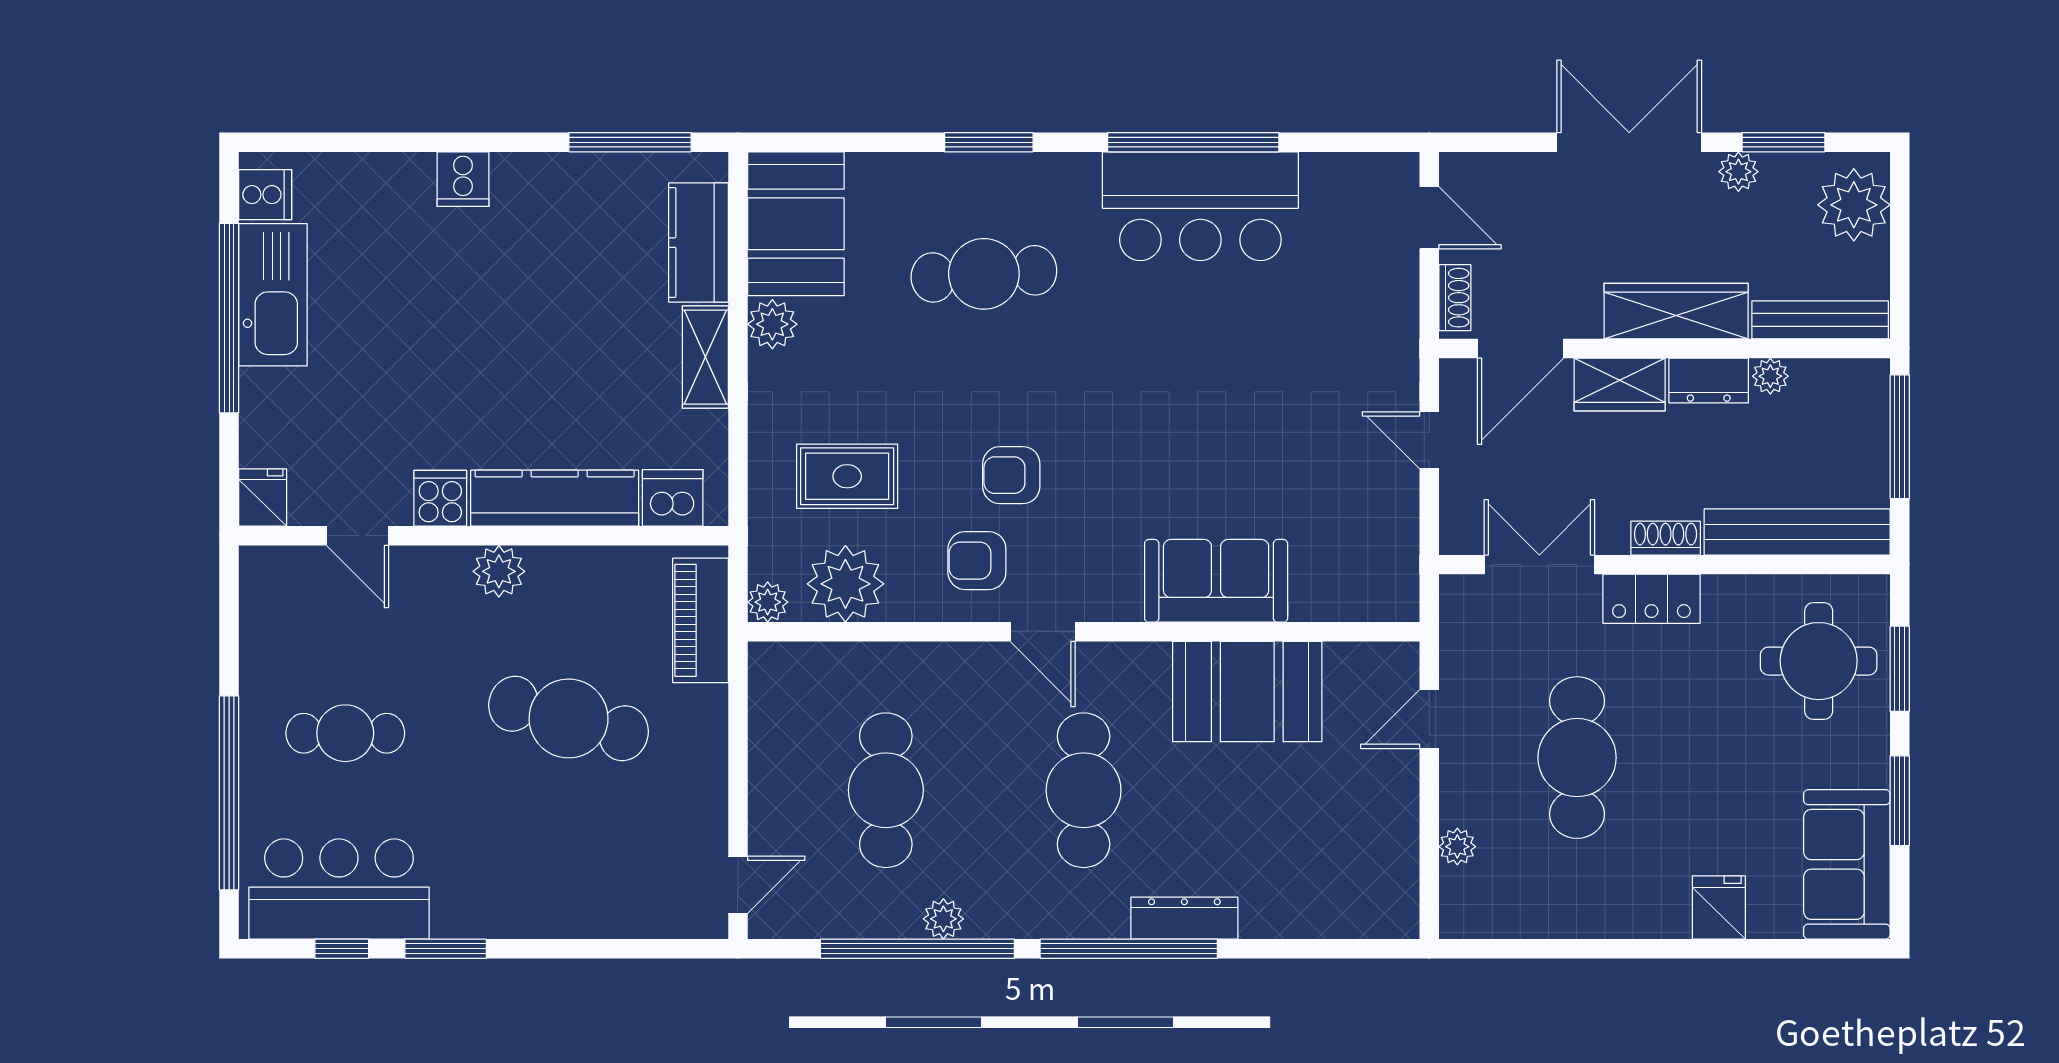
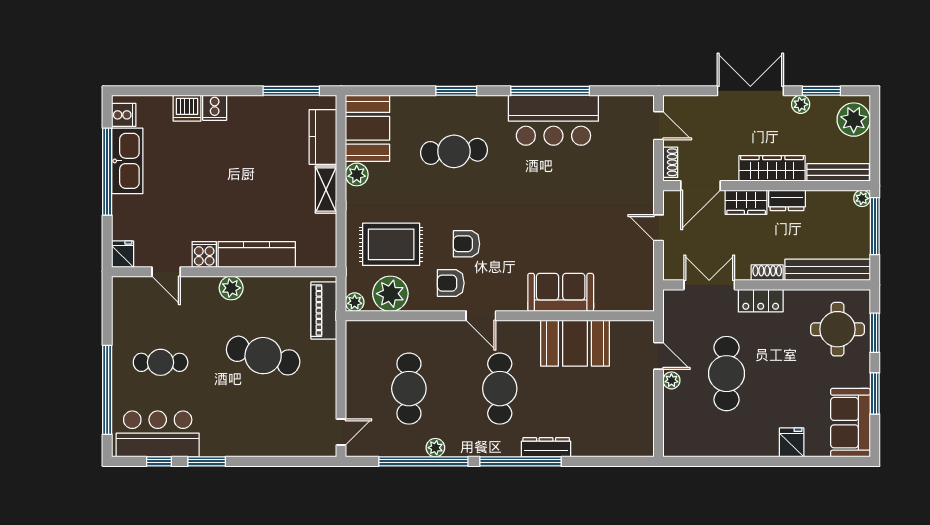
plant: (1770, 376) -> (862, 198), moved
rug: (847, 476) -> (391, 244), width x1.36, depth x1.43
dishwasher: (673, 498) -> (187, 108), moved, turned 180
door: (1429, 719) -> (659, 356), swing flipped
plant: (1457, 847) -> (671, 380), moved

